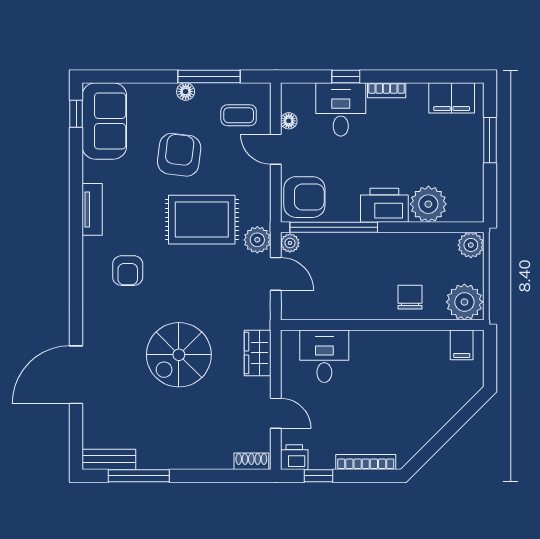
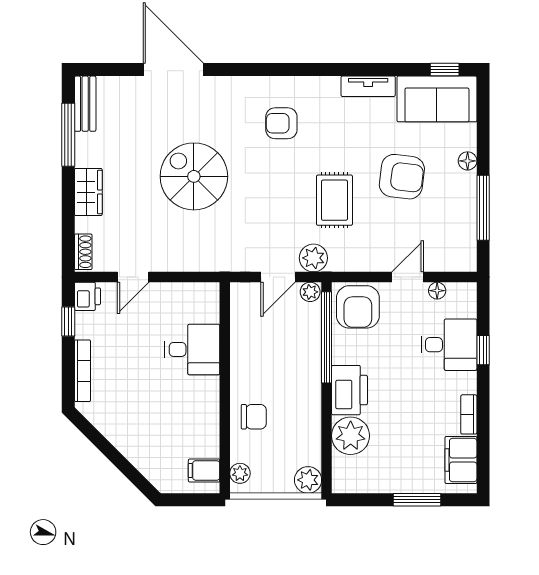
bookcase: (387, 90) -> (469, 414), moved
floor lamp: (186, 92) -> (468, 161), moved
coffee table: (239, 115) -> (443, 239), removed
tv unit: (92, 209) -> (368, 86), moved
rug: (202, 220) -> (334, 200), width x0.73, depth x0.70
plant: (464, 302) -> (240, 473), width x0.53, depth x0.53
wardrobe: (258, 353) -> (88, 192), moved, turned 90
desk: (324, 356) -> (192, 349), moved

